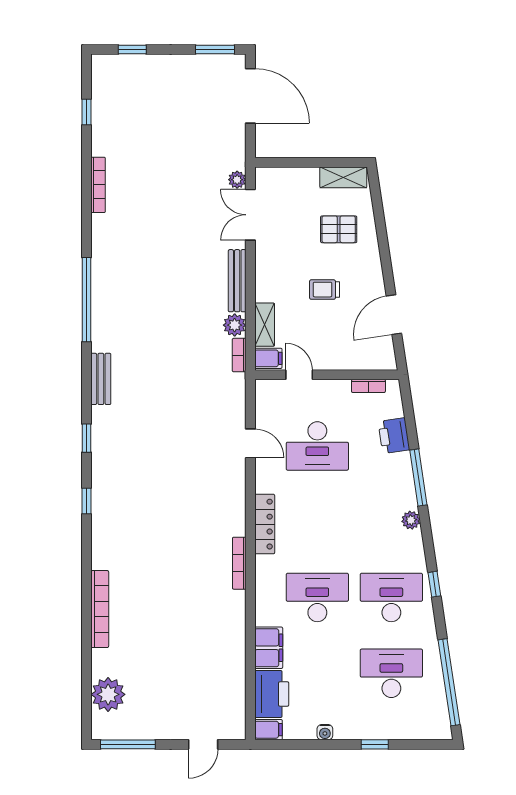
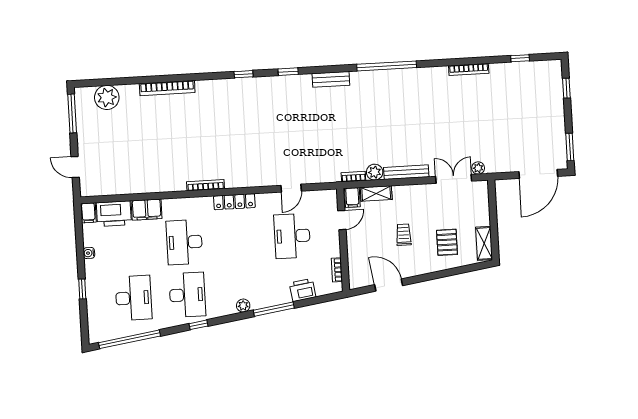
desk: (317, 597) -> (184, 242), turned 180

